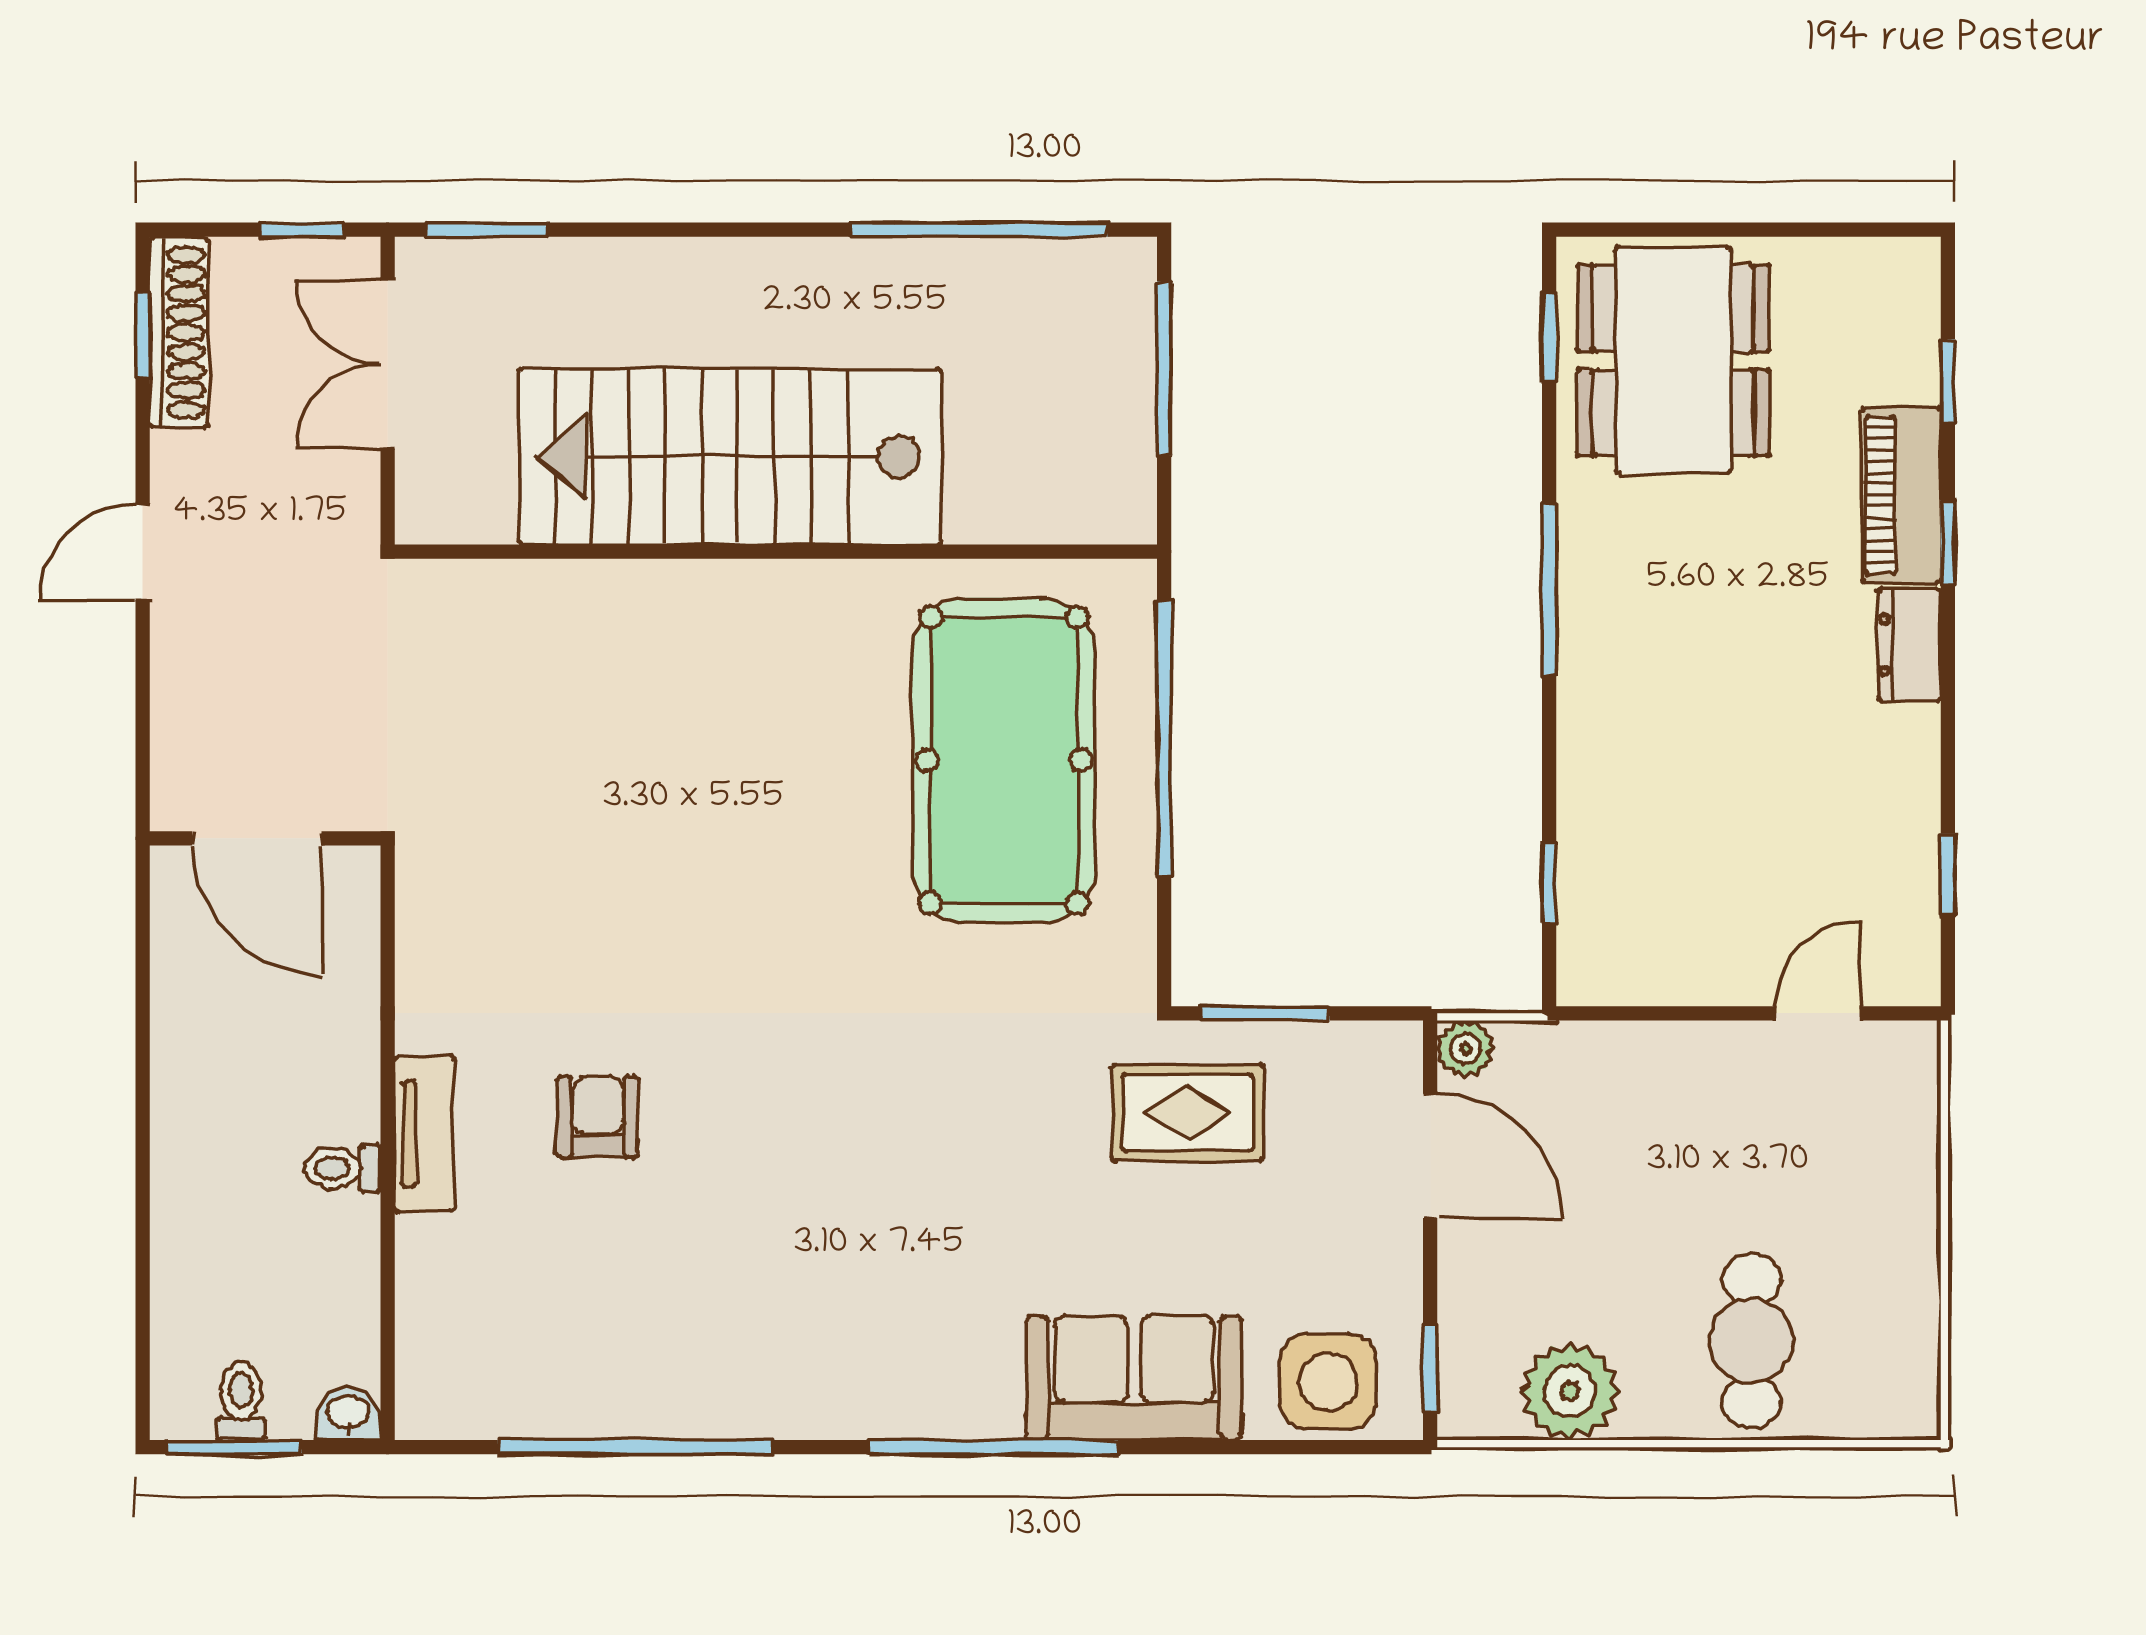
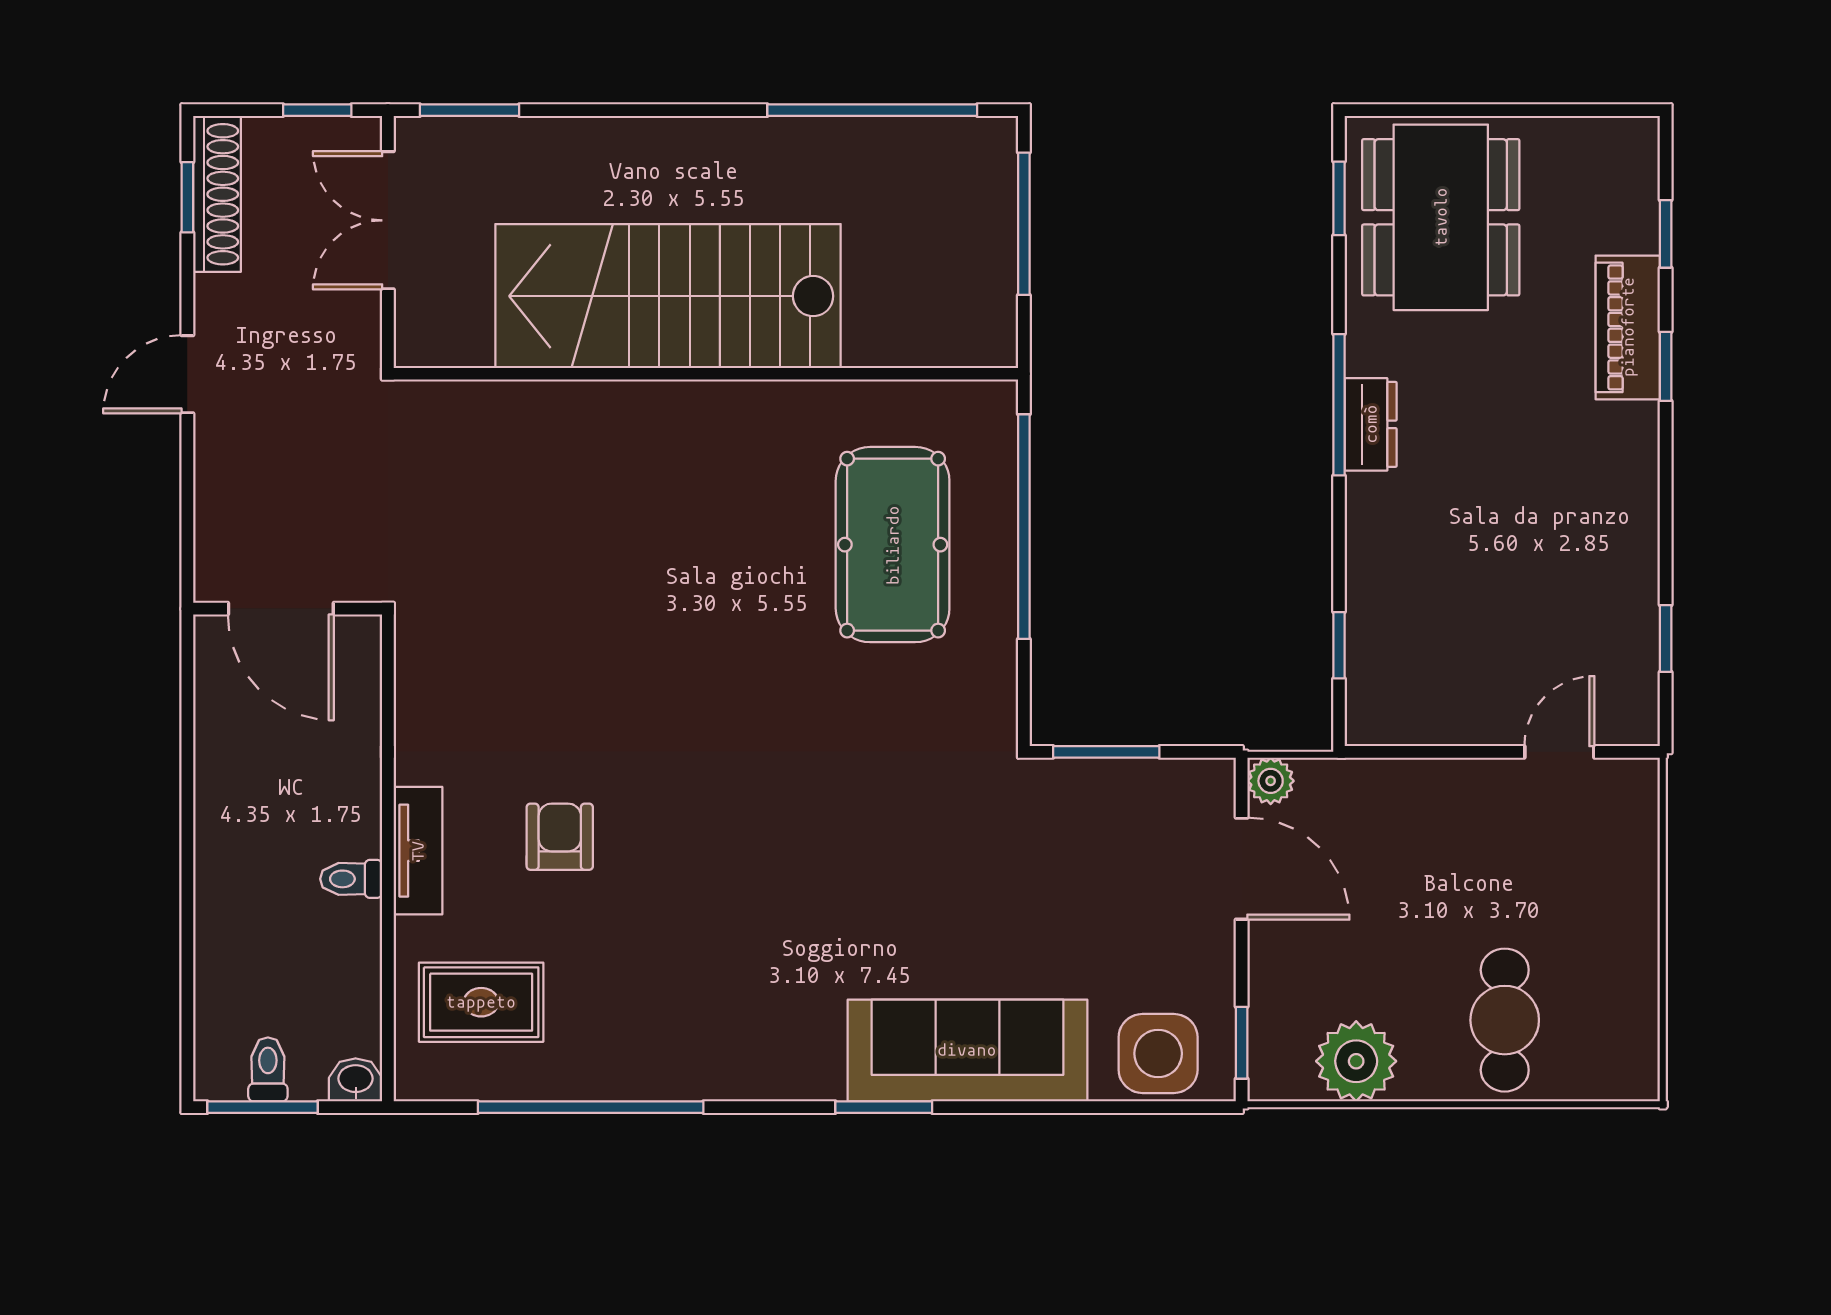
dresser: (1909, 645) -> (1371, 424), moved, turned 180
pool table: (1004, 760) -> (893, 545), width x0.73, depth x0.76
rug: (1188, 1113) -> (481, 1002), moved
sofa: (1134, 1378) -> (967, 1050), width x1.36
window: (993, 1447) -> (884, 1107), width x0.47

